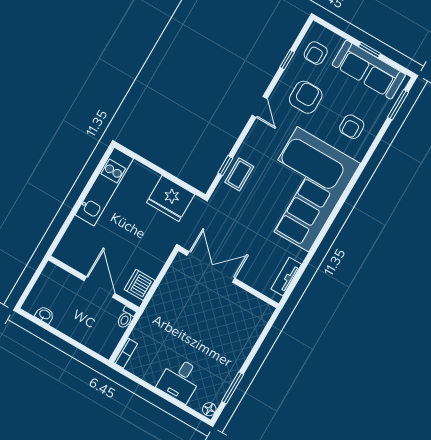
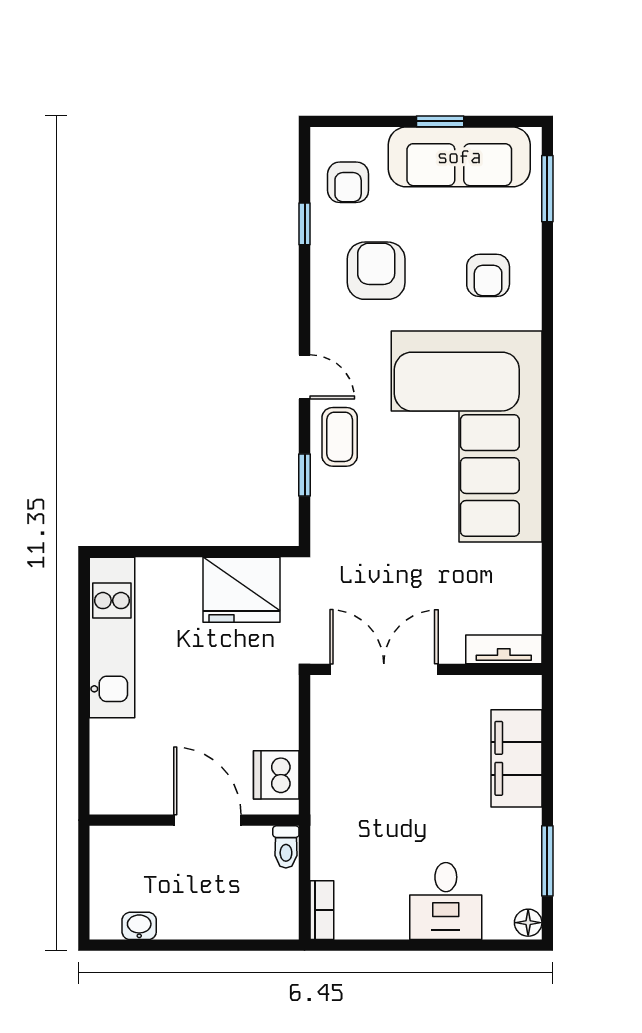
door: (260, 107) -> (305, 377), moved
coffee table: (239, 174) -> (340, 437), moved
tv unit: (286, 277) -> (504, 649), moved, turned 90
filing cabinet: (245, 337) -> (516, 758), added

